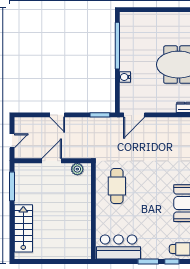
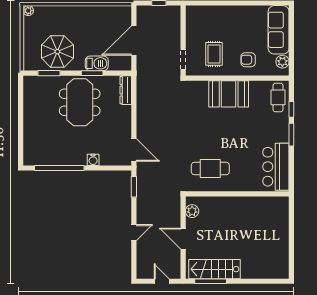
stairs: (23, 228) -> (215, 269), moved

